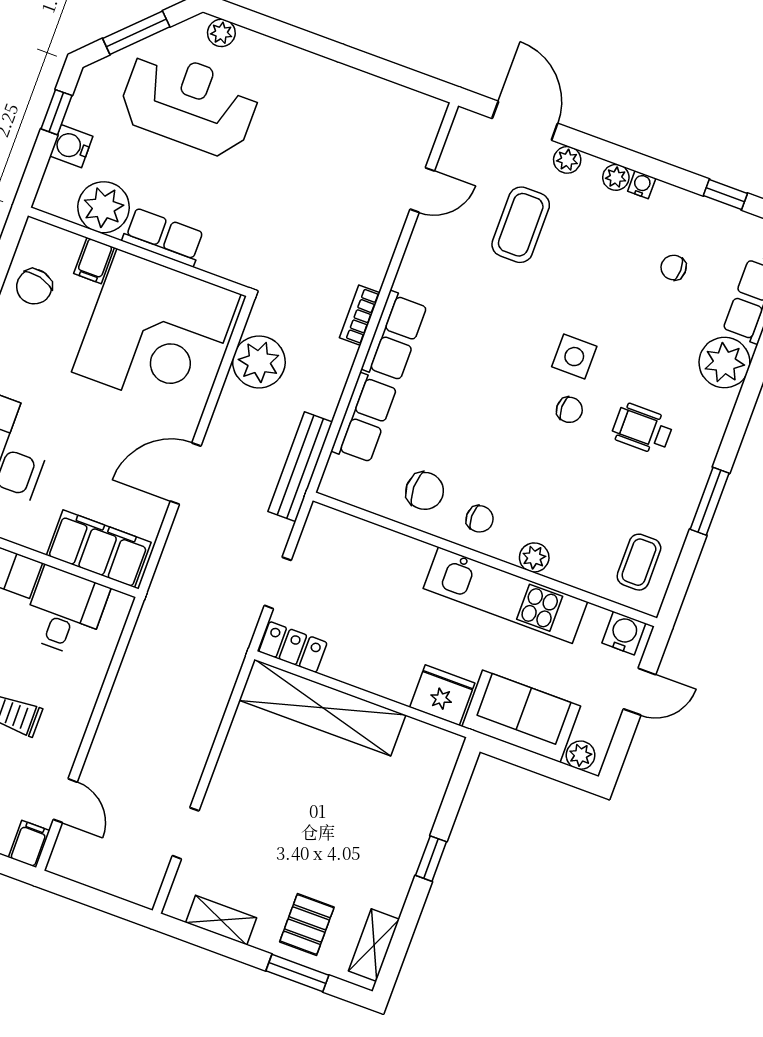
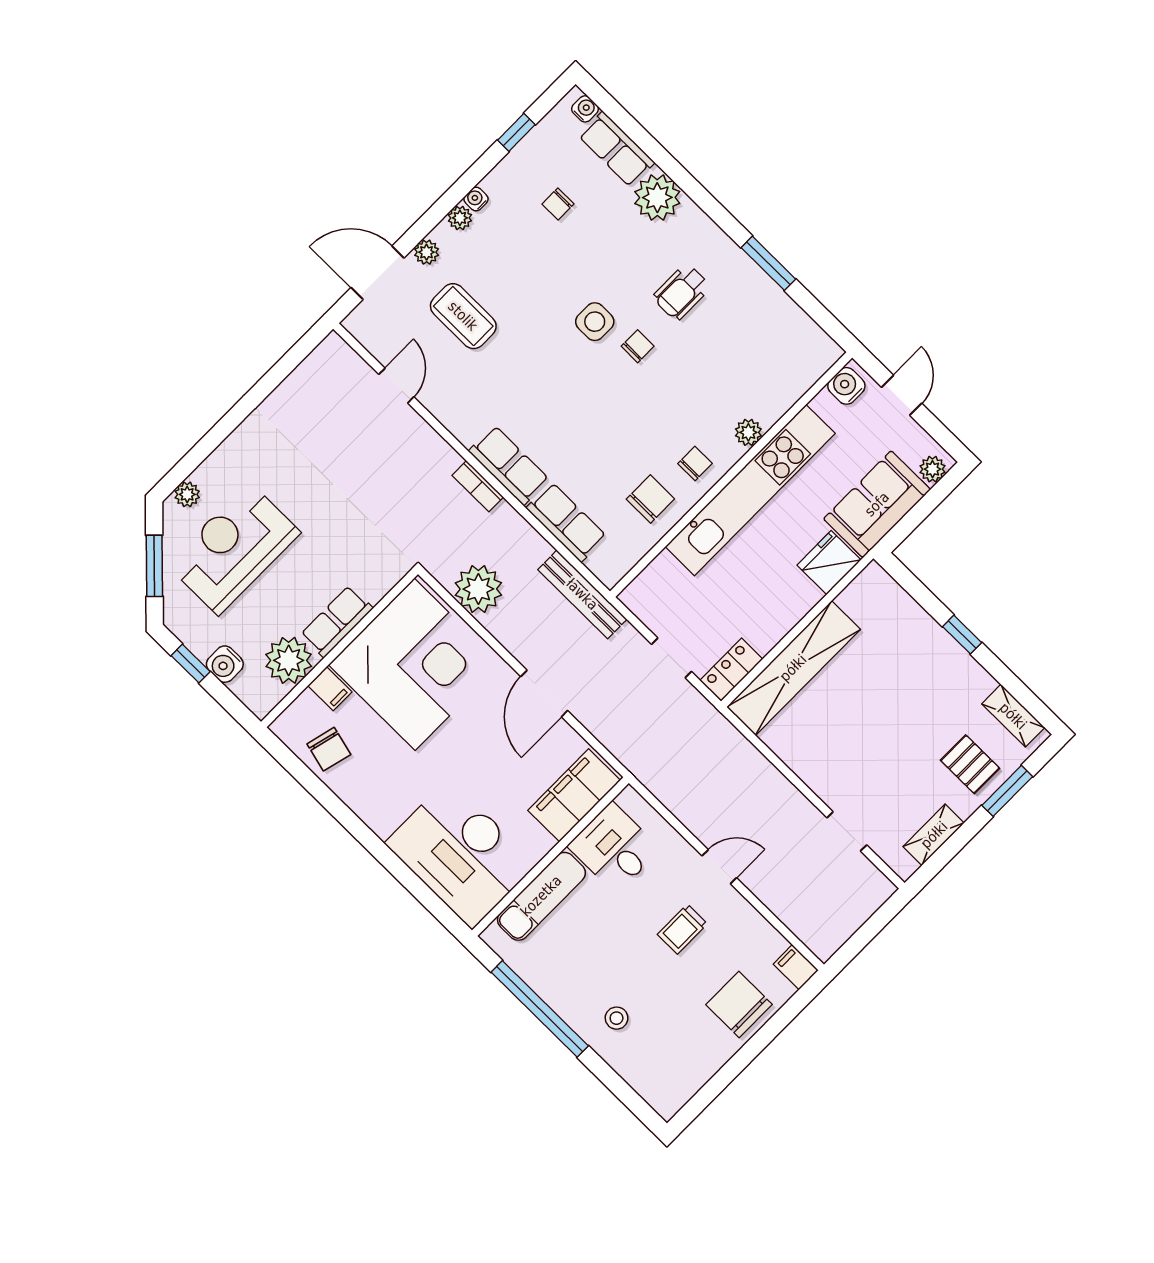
coffee table: (639, 562) -> (792, 346), removed
kitchen unit: (505, 595) -> (750, 490), width x1.36
door: (65, 801) -> (719, 867), moved

